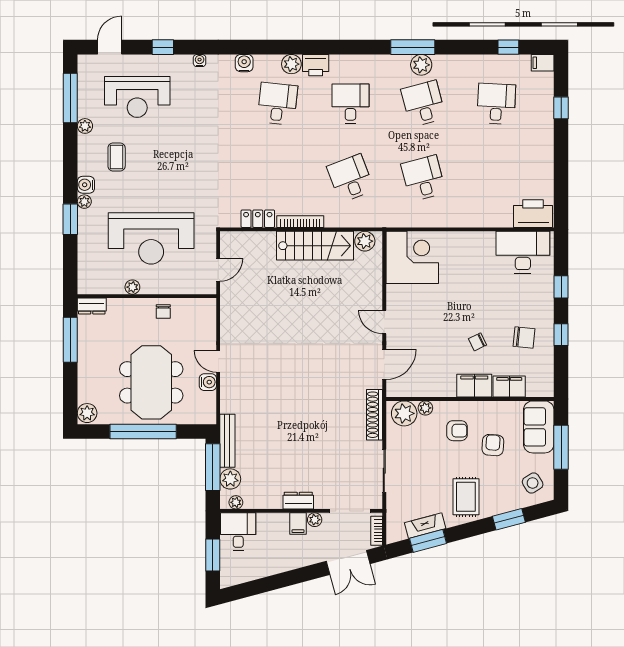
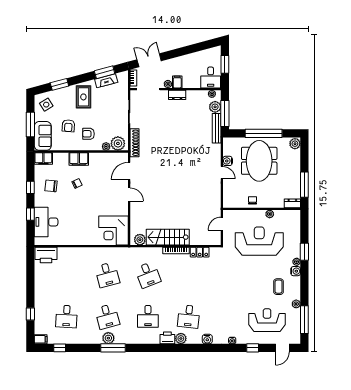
desk: (523, 252) -> (46, 222), moved, turned 90
filing cabinet: (509, 386) -> (43, 158), moved

